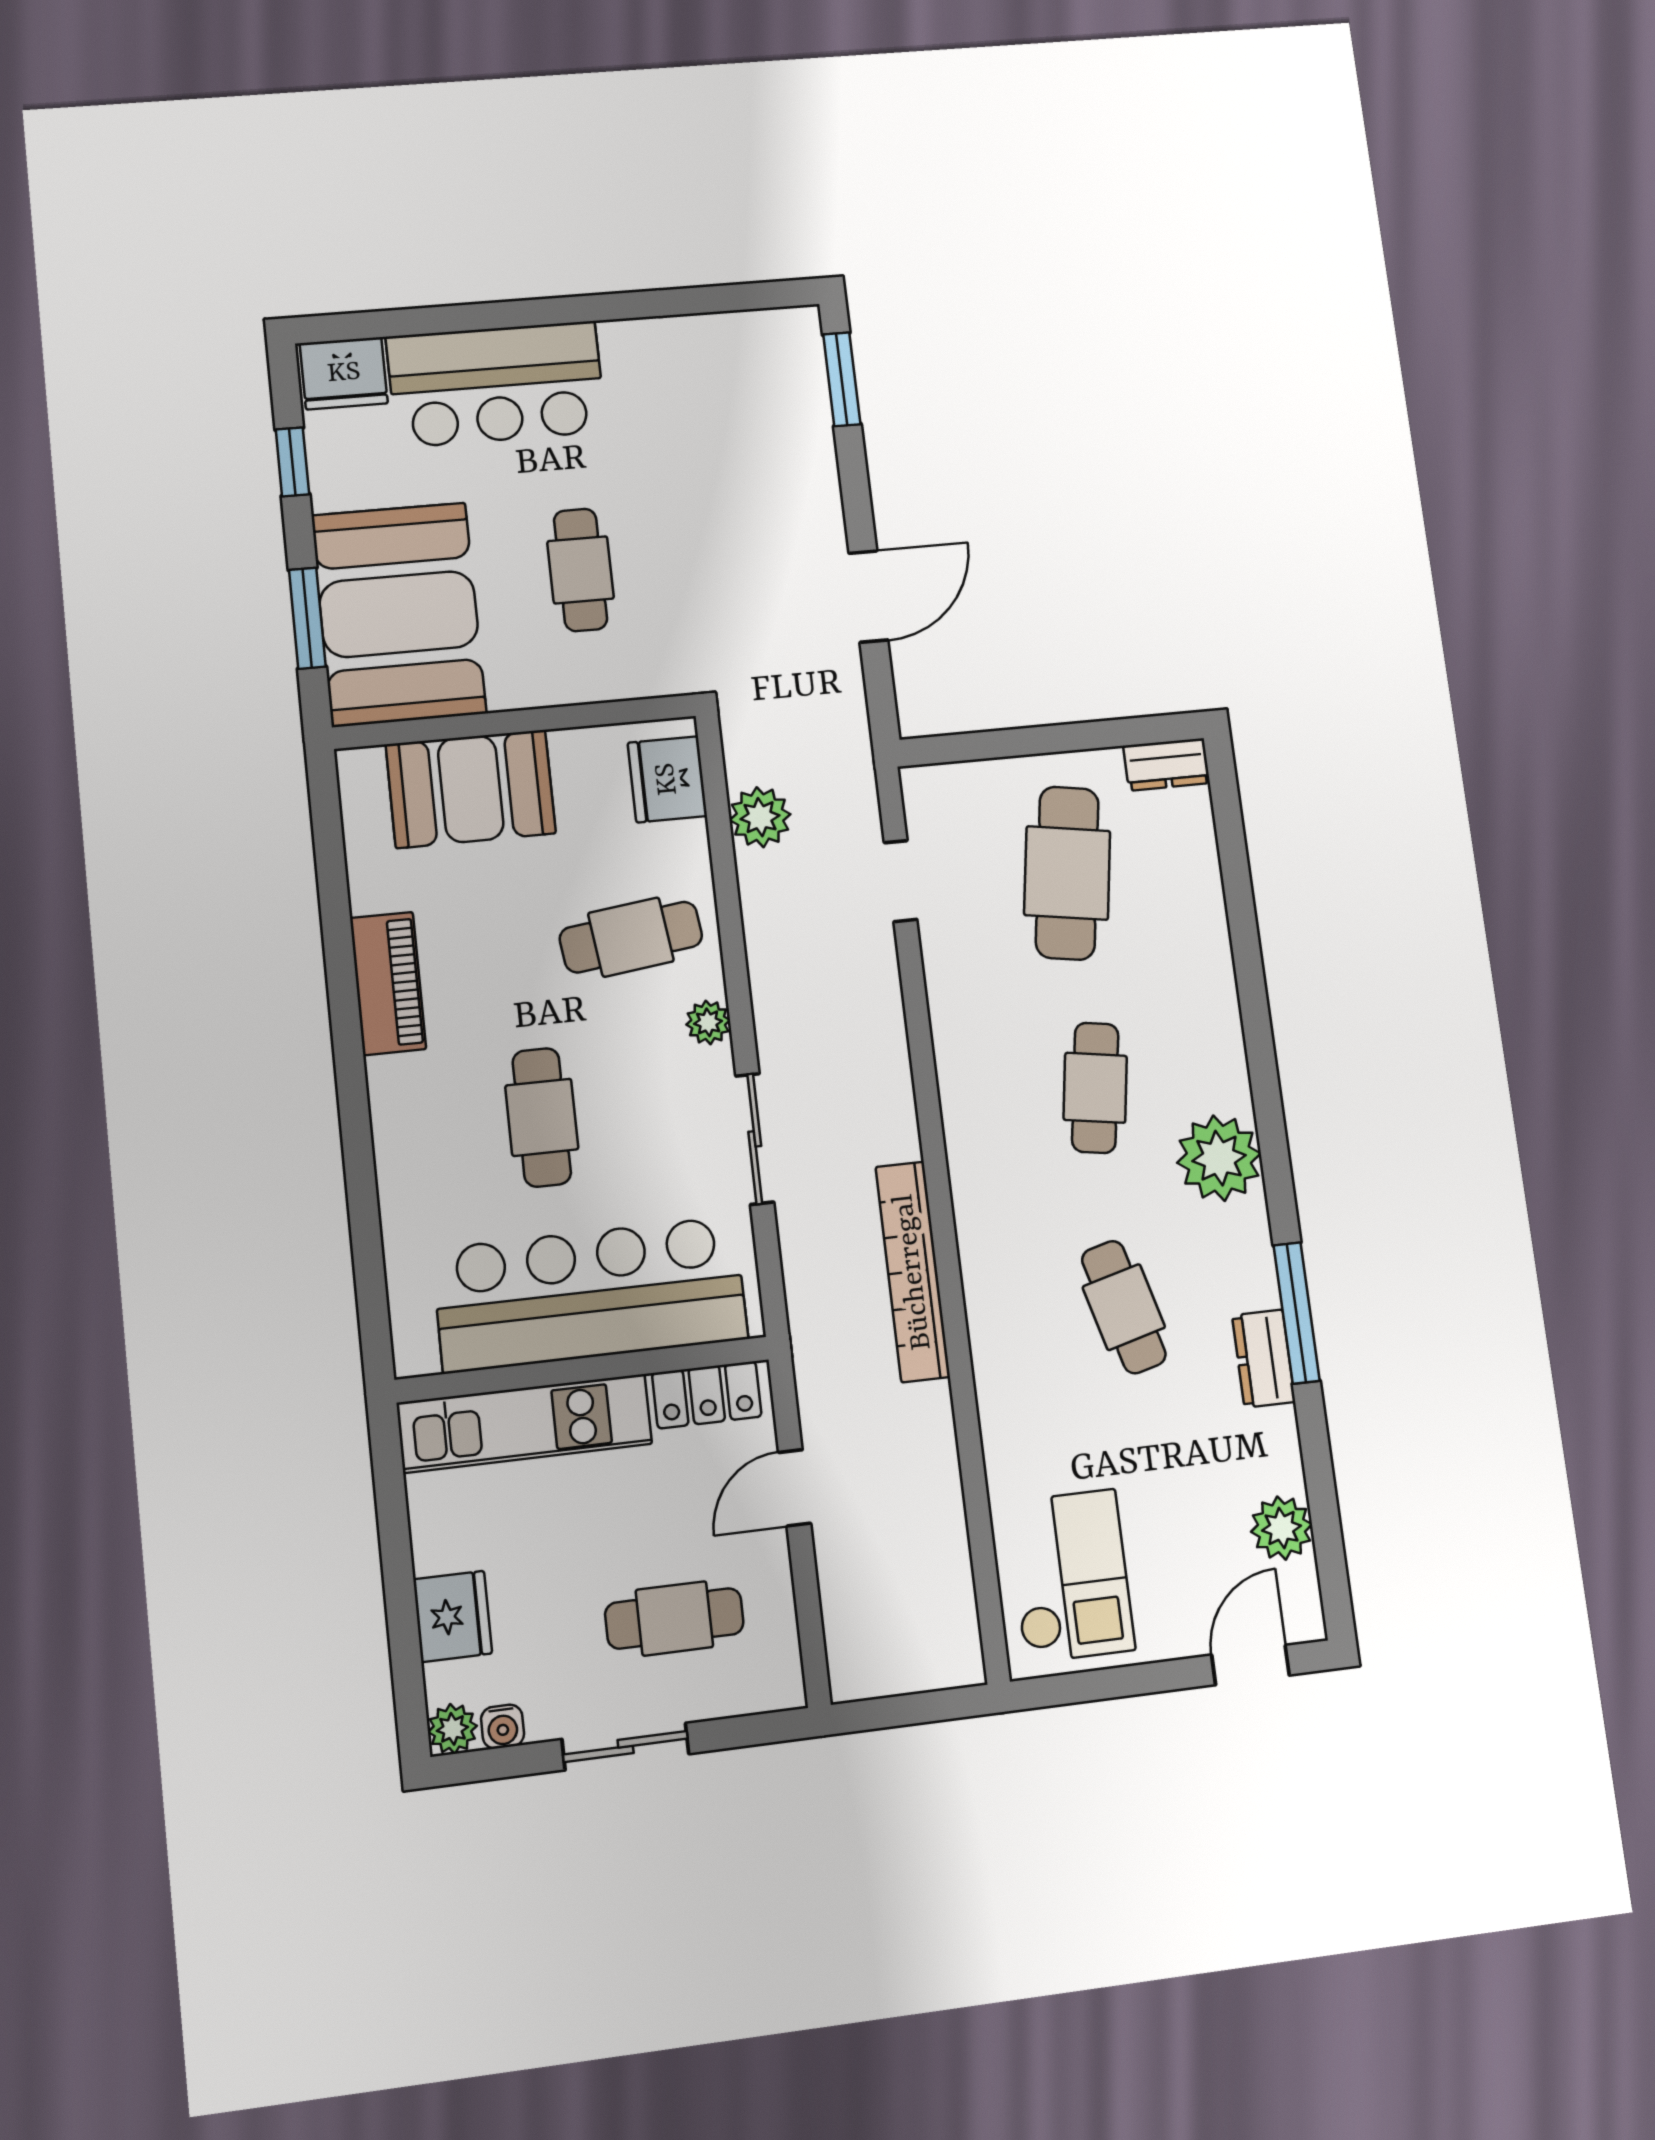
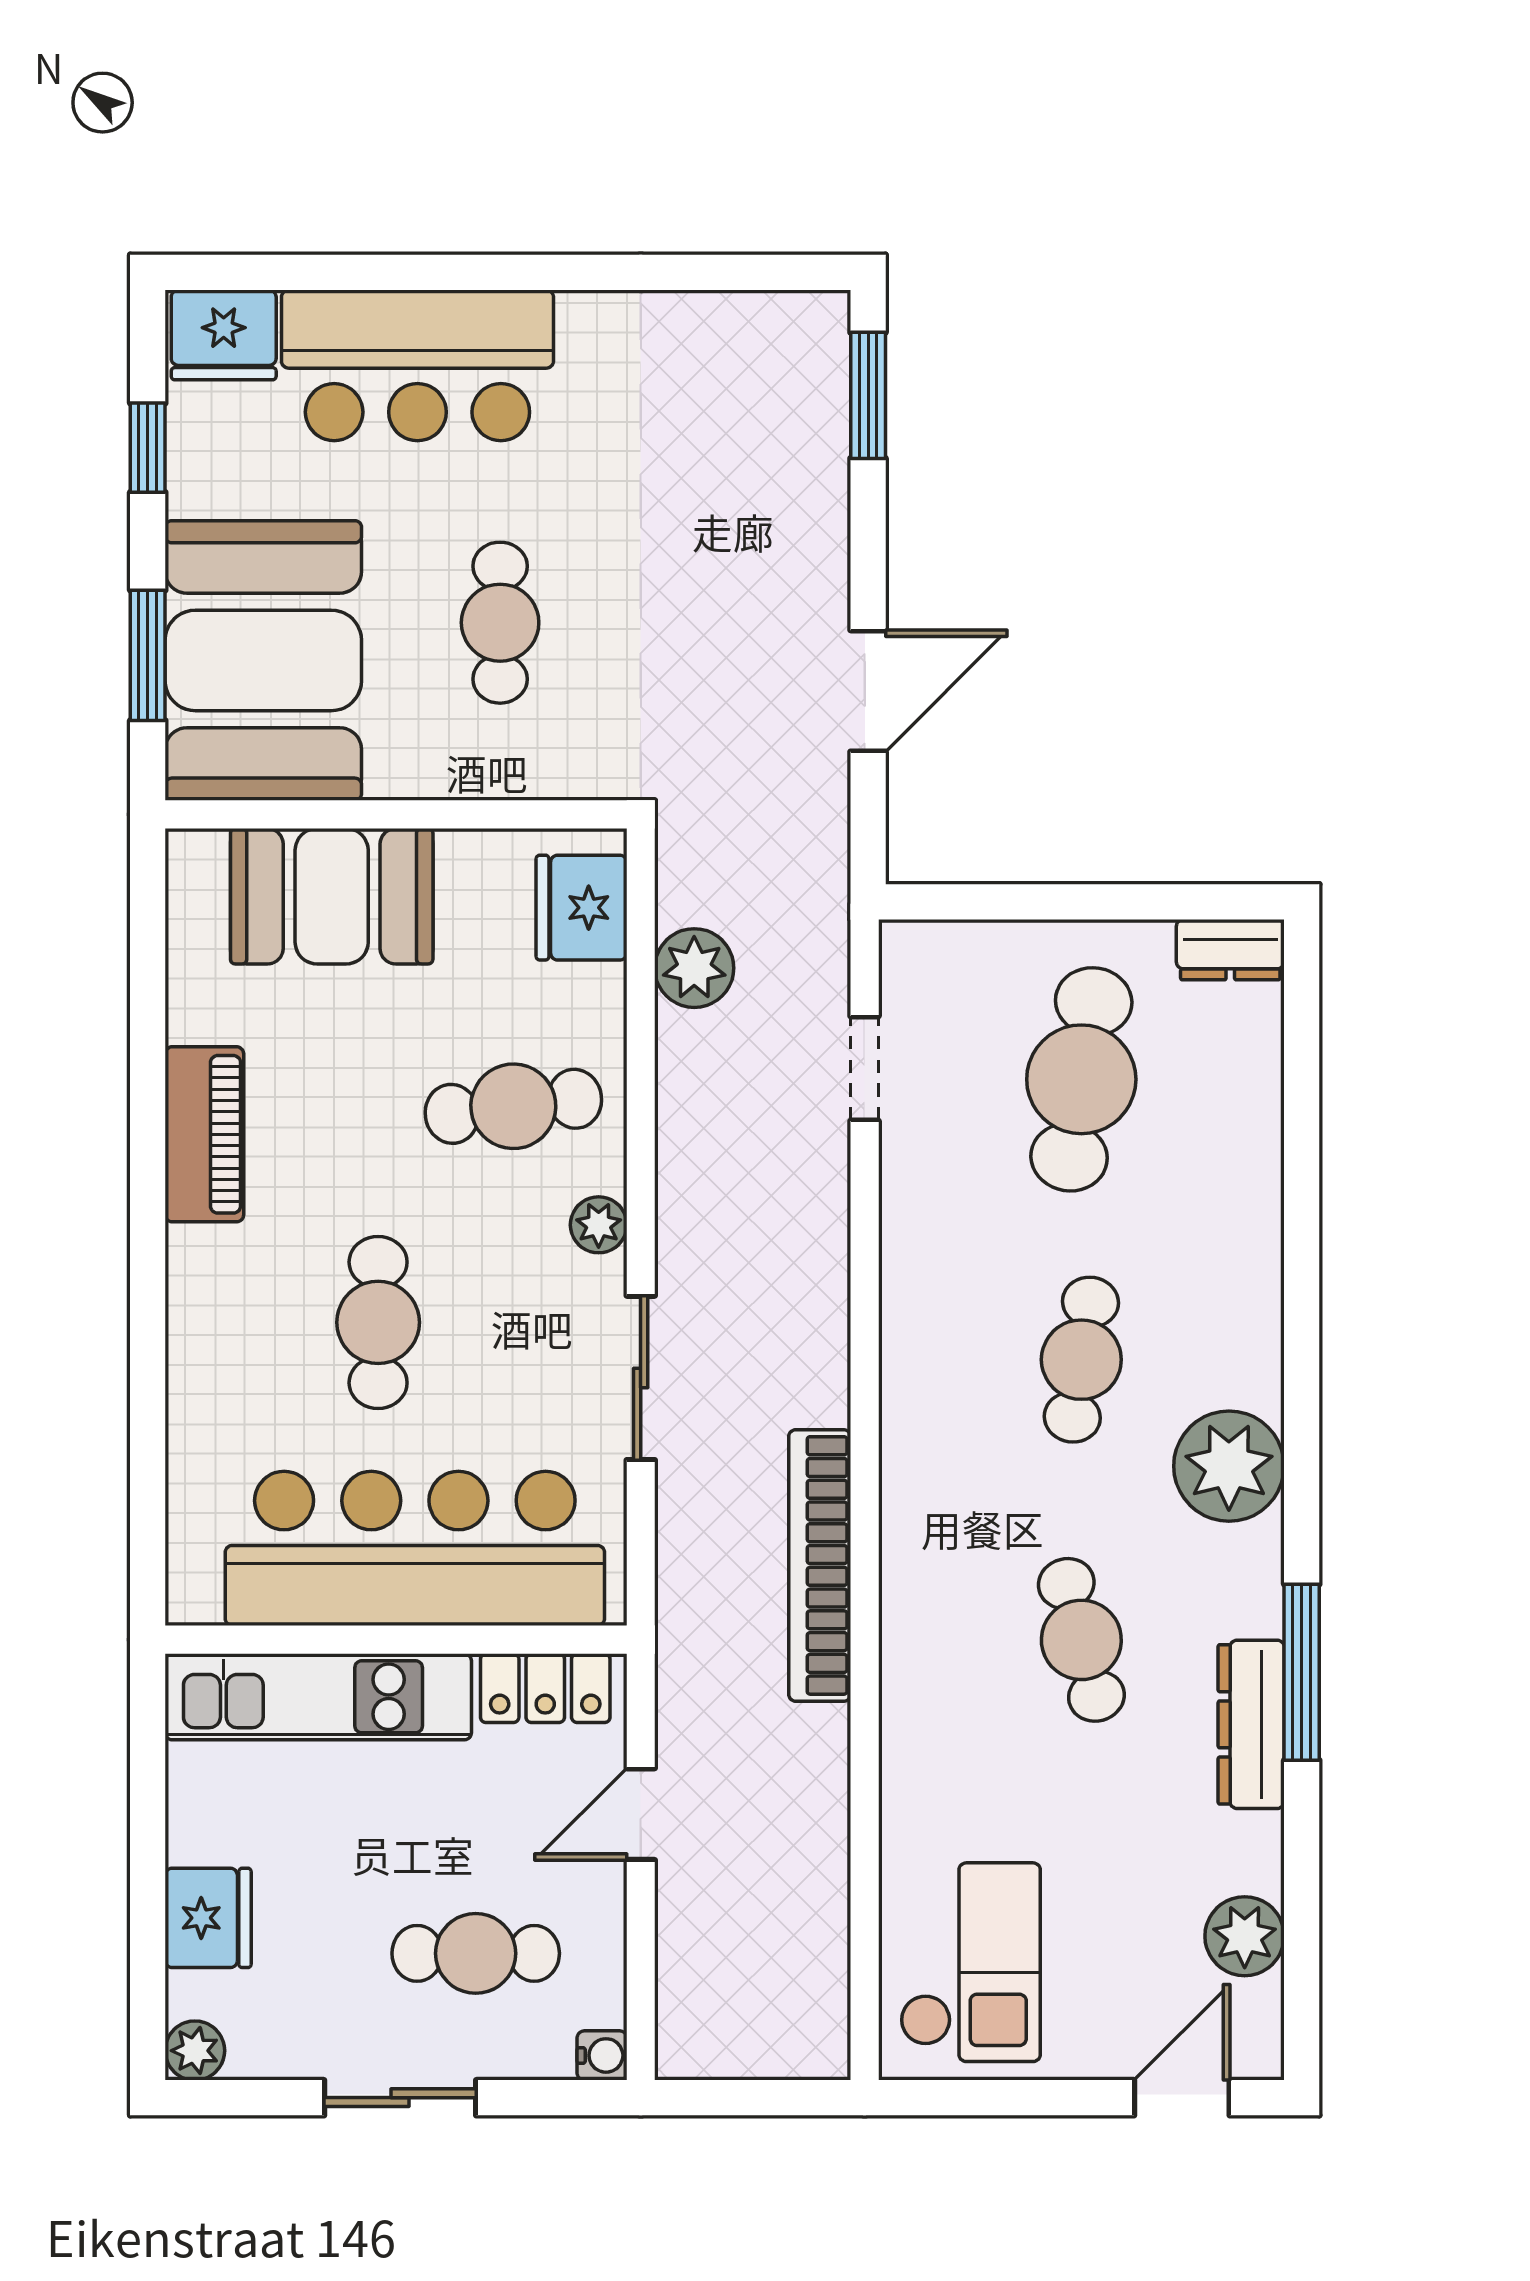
dresser: (1264, 1359) -> (1251, 1724), width x1.44
water cooler: (503, 1727) -> (602, 2055), moved, turned -90

